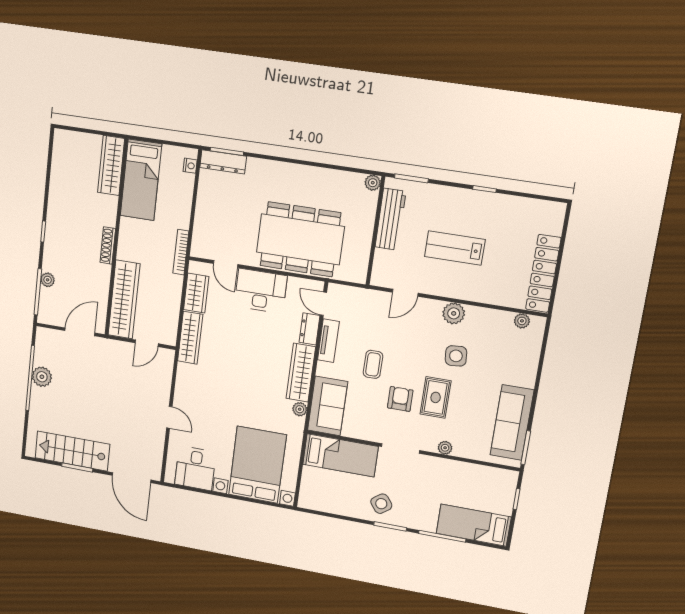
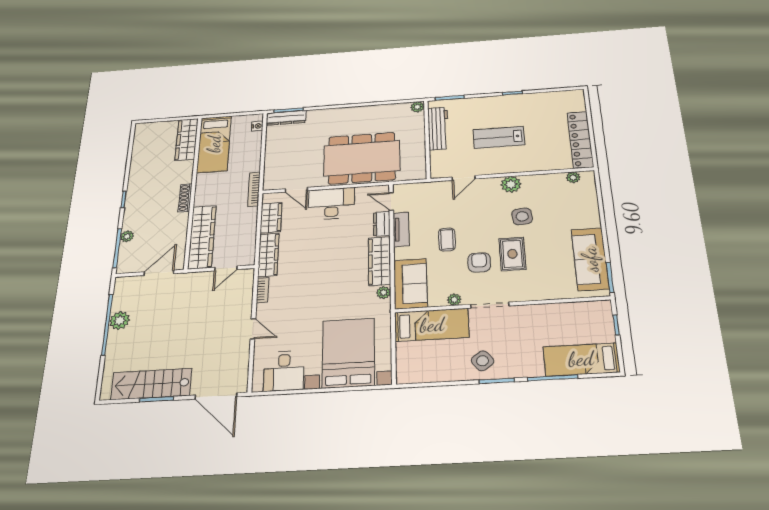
bookcase: (181, 377) -> (263, 290), added
plant: (445, 448) -> (454, 300), moved

